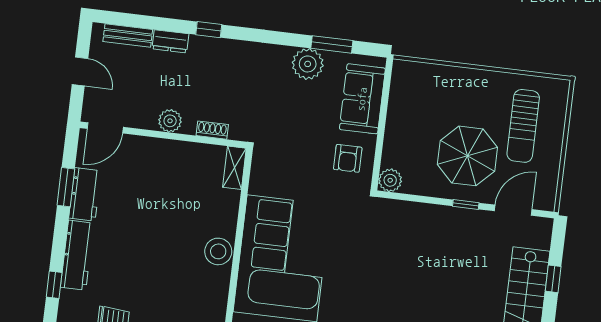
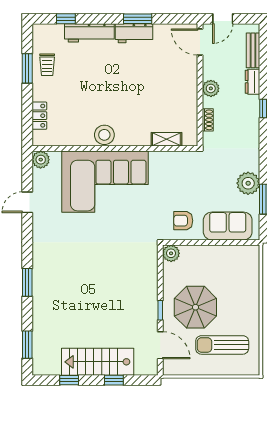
plant: (170, 121) -> (211, 88), moved
door: (105, 128) -> (200, 42), moved
shoe rack: (212, 130) -> (208, 120), moved
wall: (163, 135) -> (200, 85), moved

